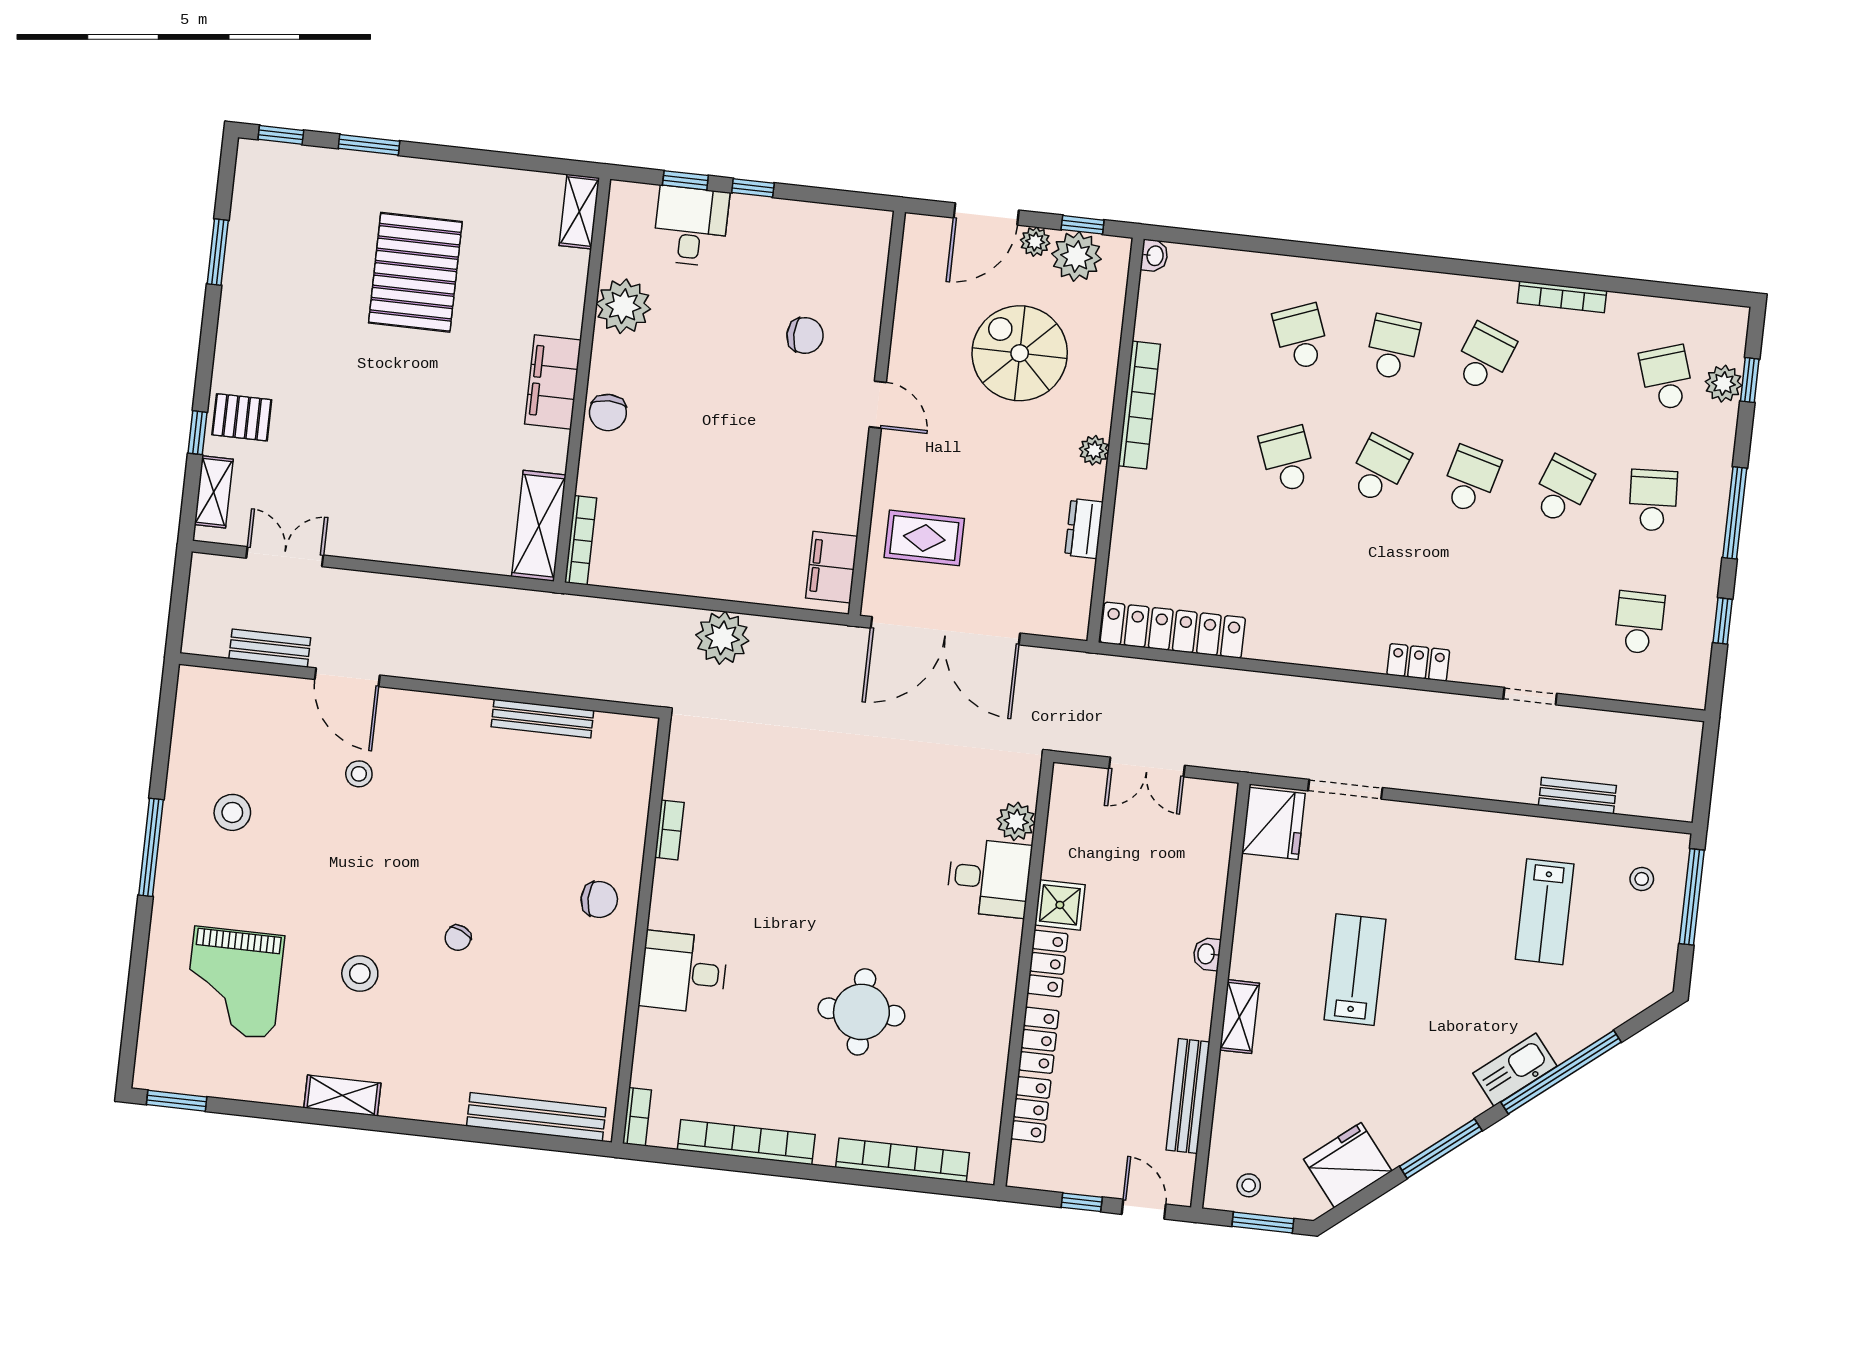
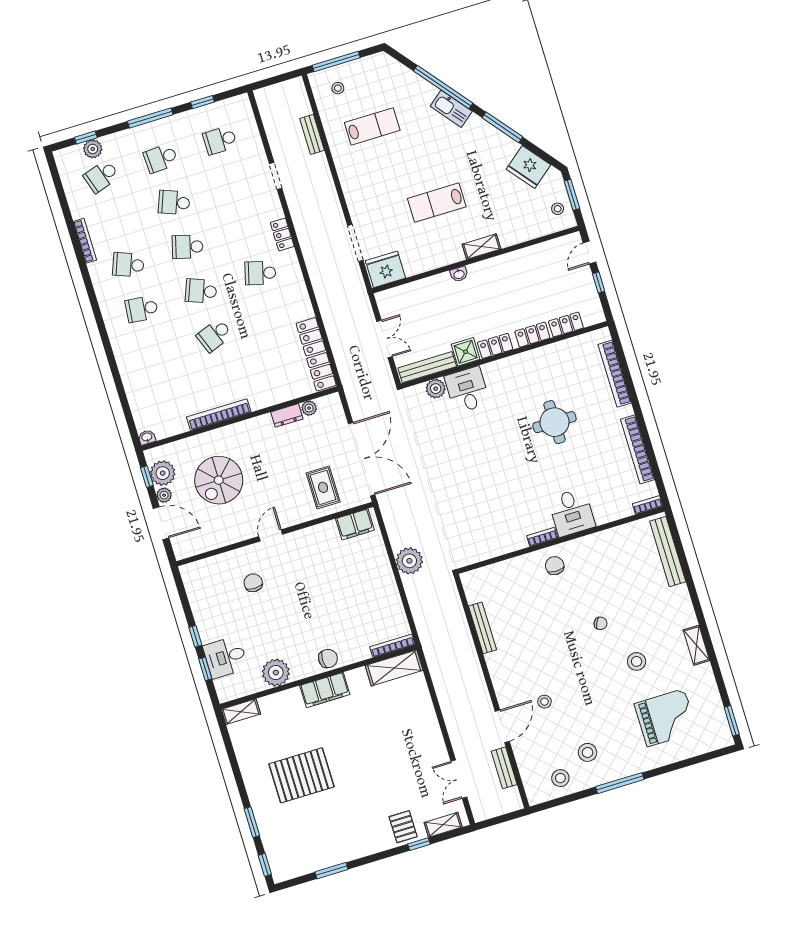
school desk: (1301, 337) -> (260, 273), moved, turned 36
plant: (1094, 450) -> (309, 408), moved
stool: (207, 743) -> (560, 778), added
bookcase: (669, 830) -> (542, 537), moved
bench: (1188, 1096) -> (427, 367), moved

